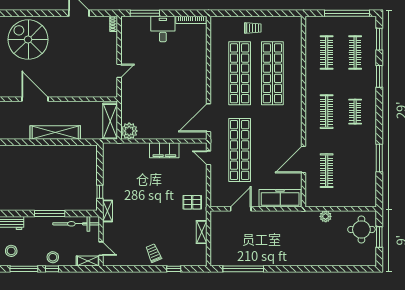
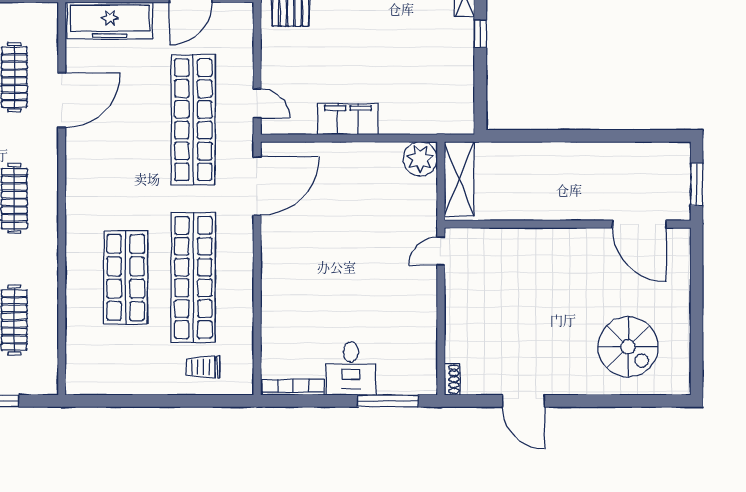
trolley: (253, 28) -> (203, 367), moved
spiral stairs: (28, 40) -> (628, 347), width x0.73, depth x0.73
door: (119, 71) -> (441, 251), moved
shop shelf: (272, 73) -> (126, 277), width x0.71
door: (35, 99) -> (639, 224), moved
shelving: (55, 132) -> (572, 156), removed

